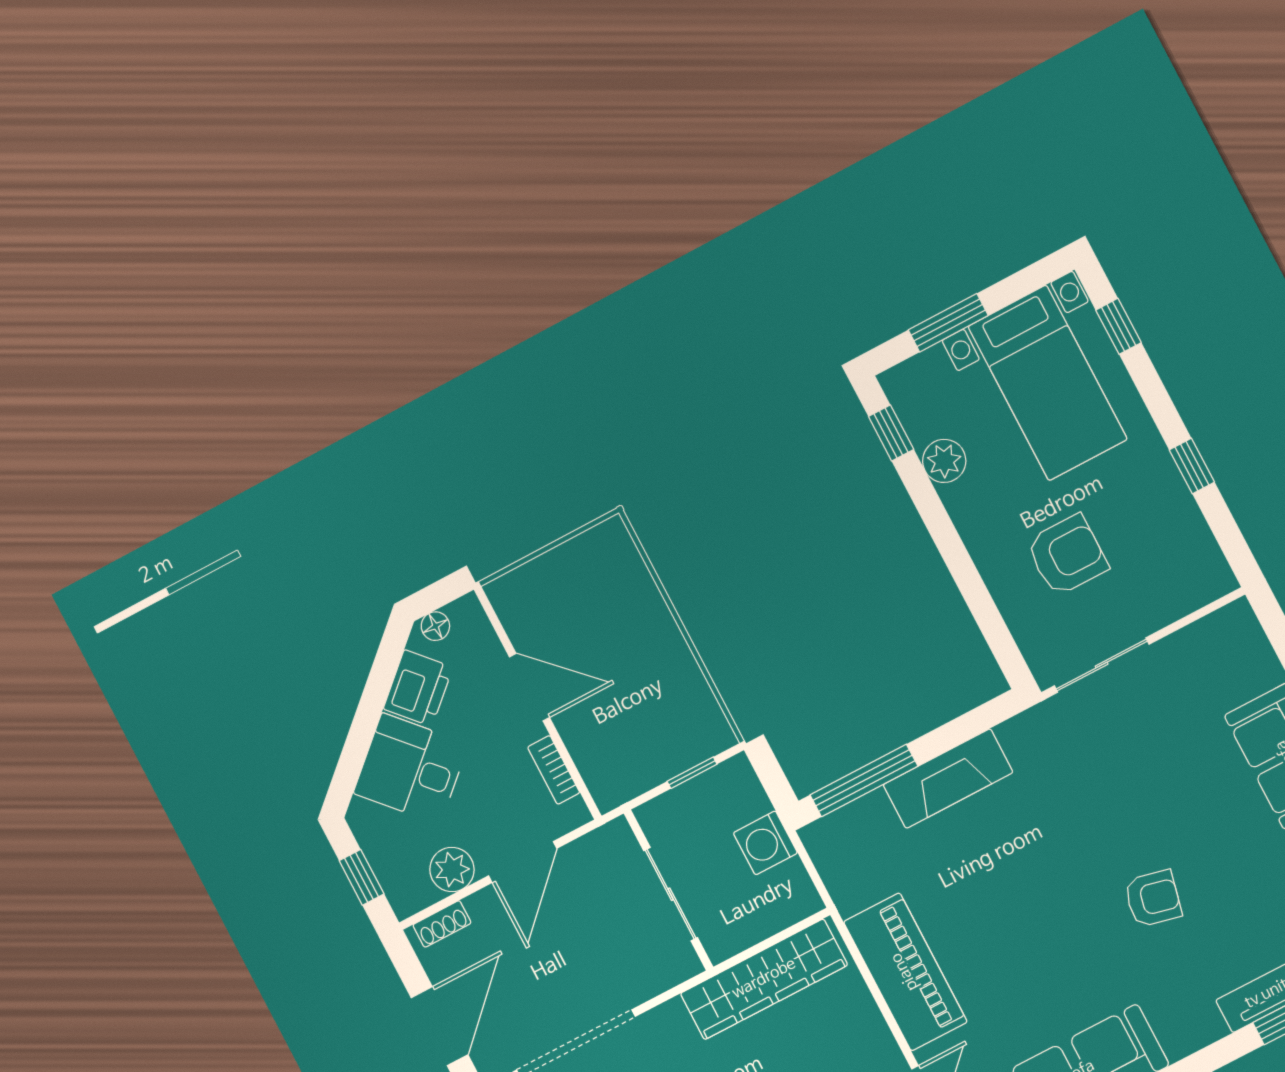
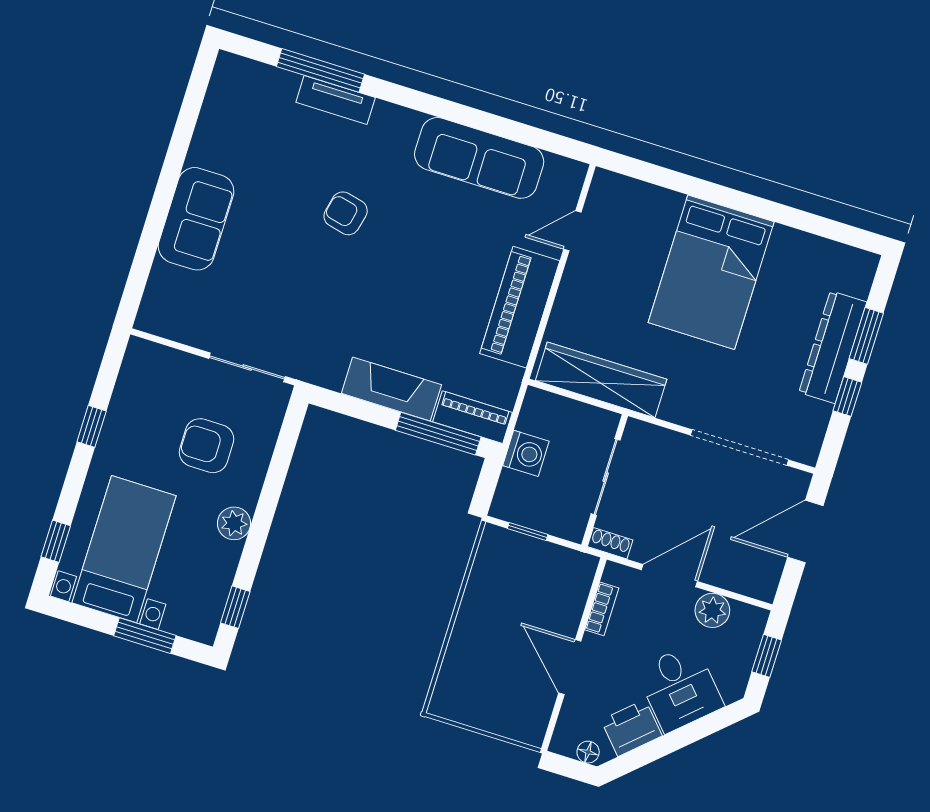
plant: (944, 461) -> (234, 523), moved
piano: (847, 827) -> (473, 417), added
shoe rack: (442, 924) -> (610, 543), moved

